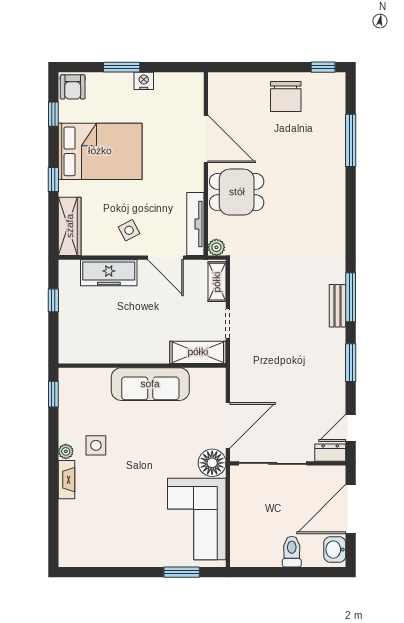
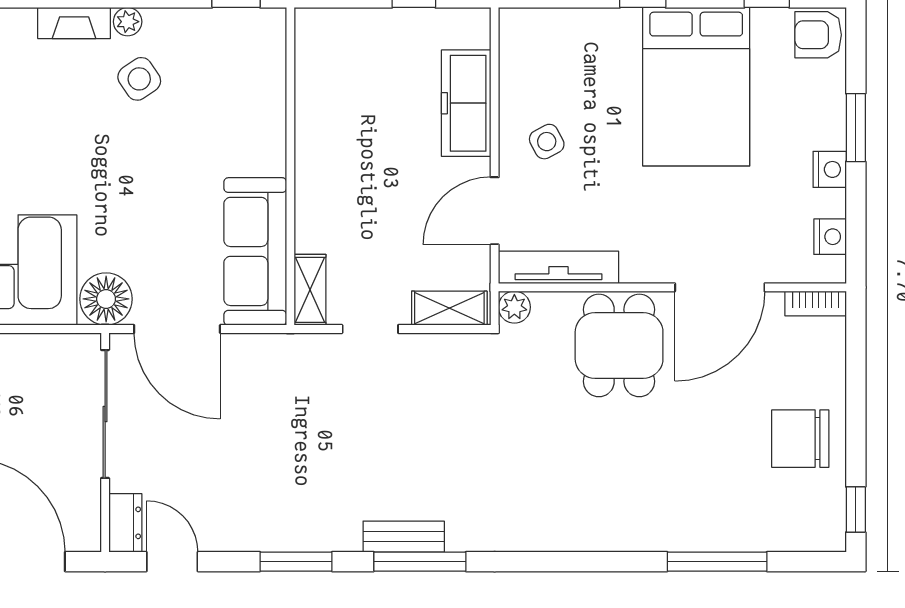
nightstand: (179, 81) -> (830, 237), added
bookcase: (214, 88) -> (816, 303), added
wardrobe: (70, 226) -> (554, 29), removed
shelving: (198, 352) -> (310, 290), width x0.67, depth x0.75
sofa: (150, 384) -> (255, 251), moved
side table: (96, 445) -> (139, 79), turned -34

